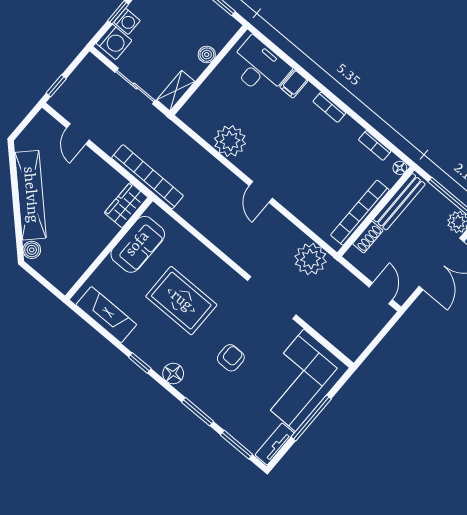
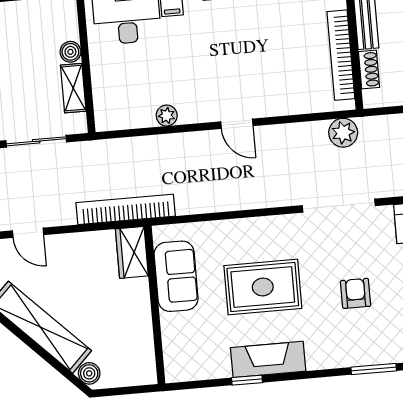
shelving: (176, 91) -> (73, 88), moved
plant: (230, 141) -> (167, 116), width x0.53, depth x0.53
plant: (310, 259) -> (343, 133), width x0.73, depth x0.73
fireplace: (106, 315) -> (268, 359), moved
window: (140, 363) -> (247, 380), moved
floor lamp: (173, 374) -> (319, 357), removed

